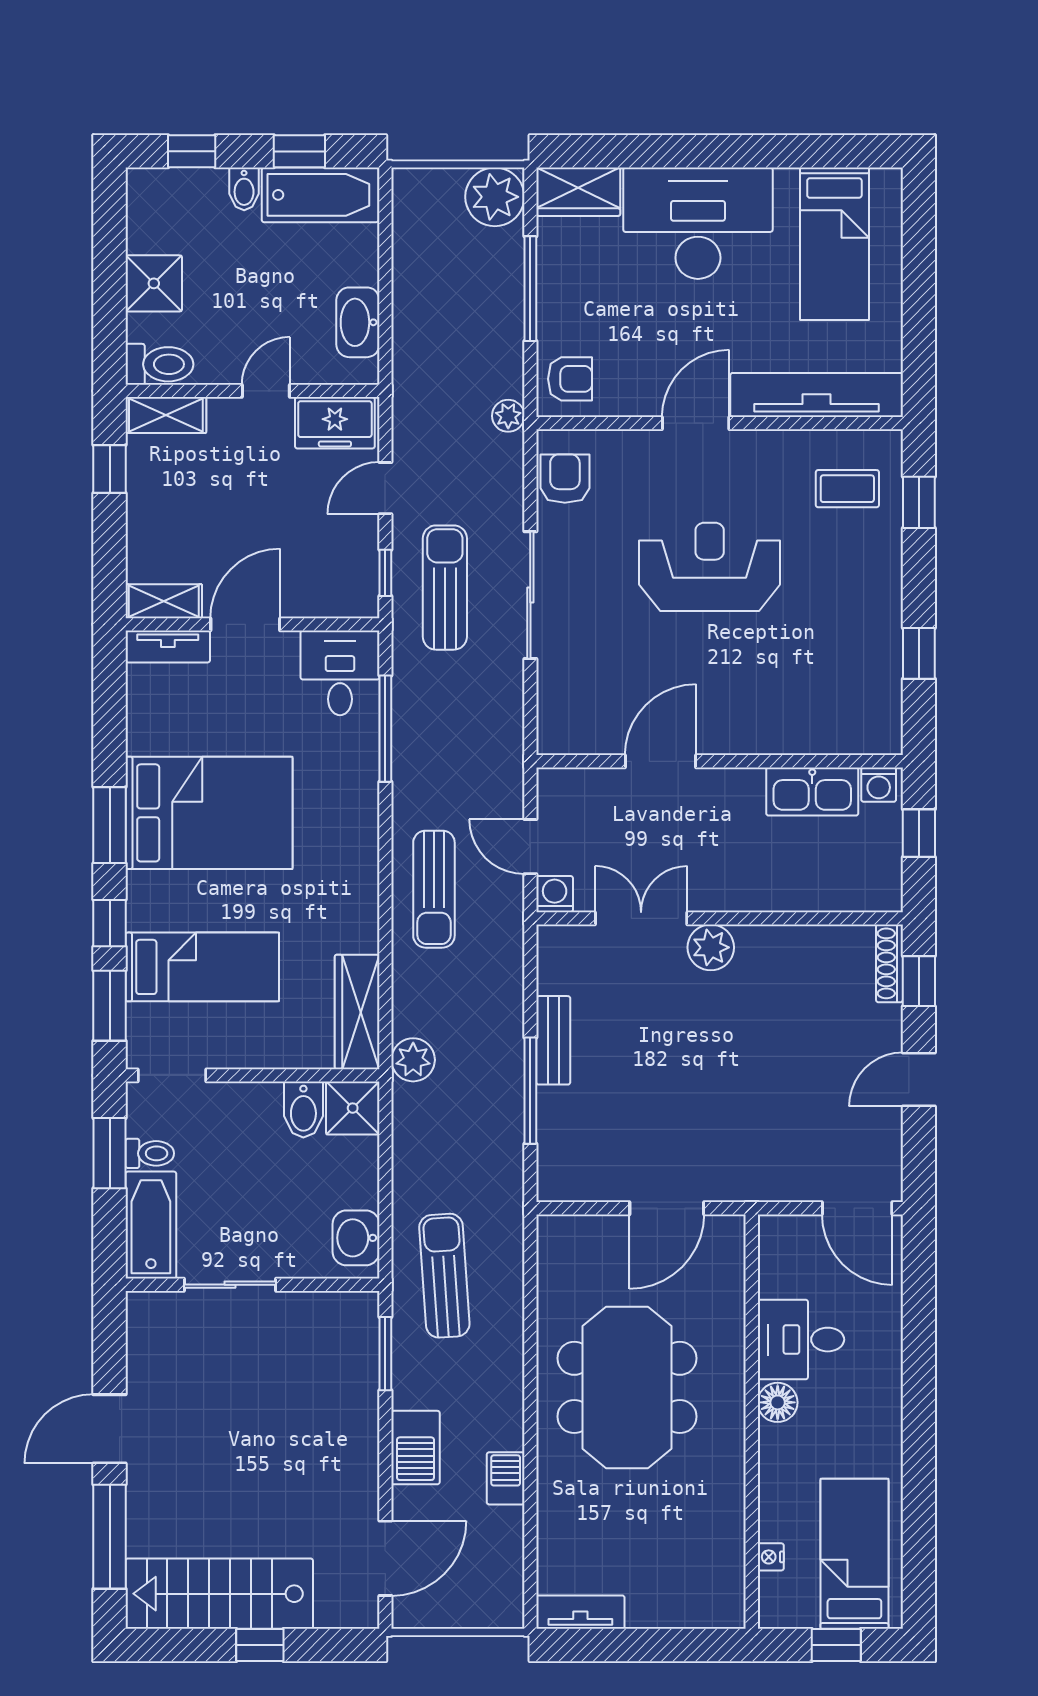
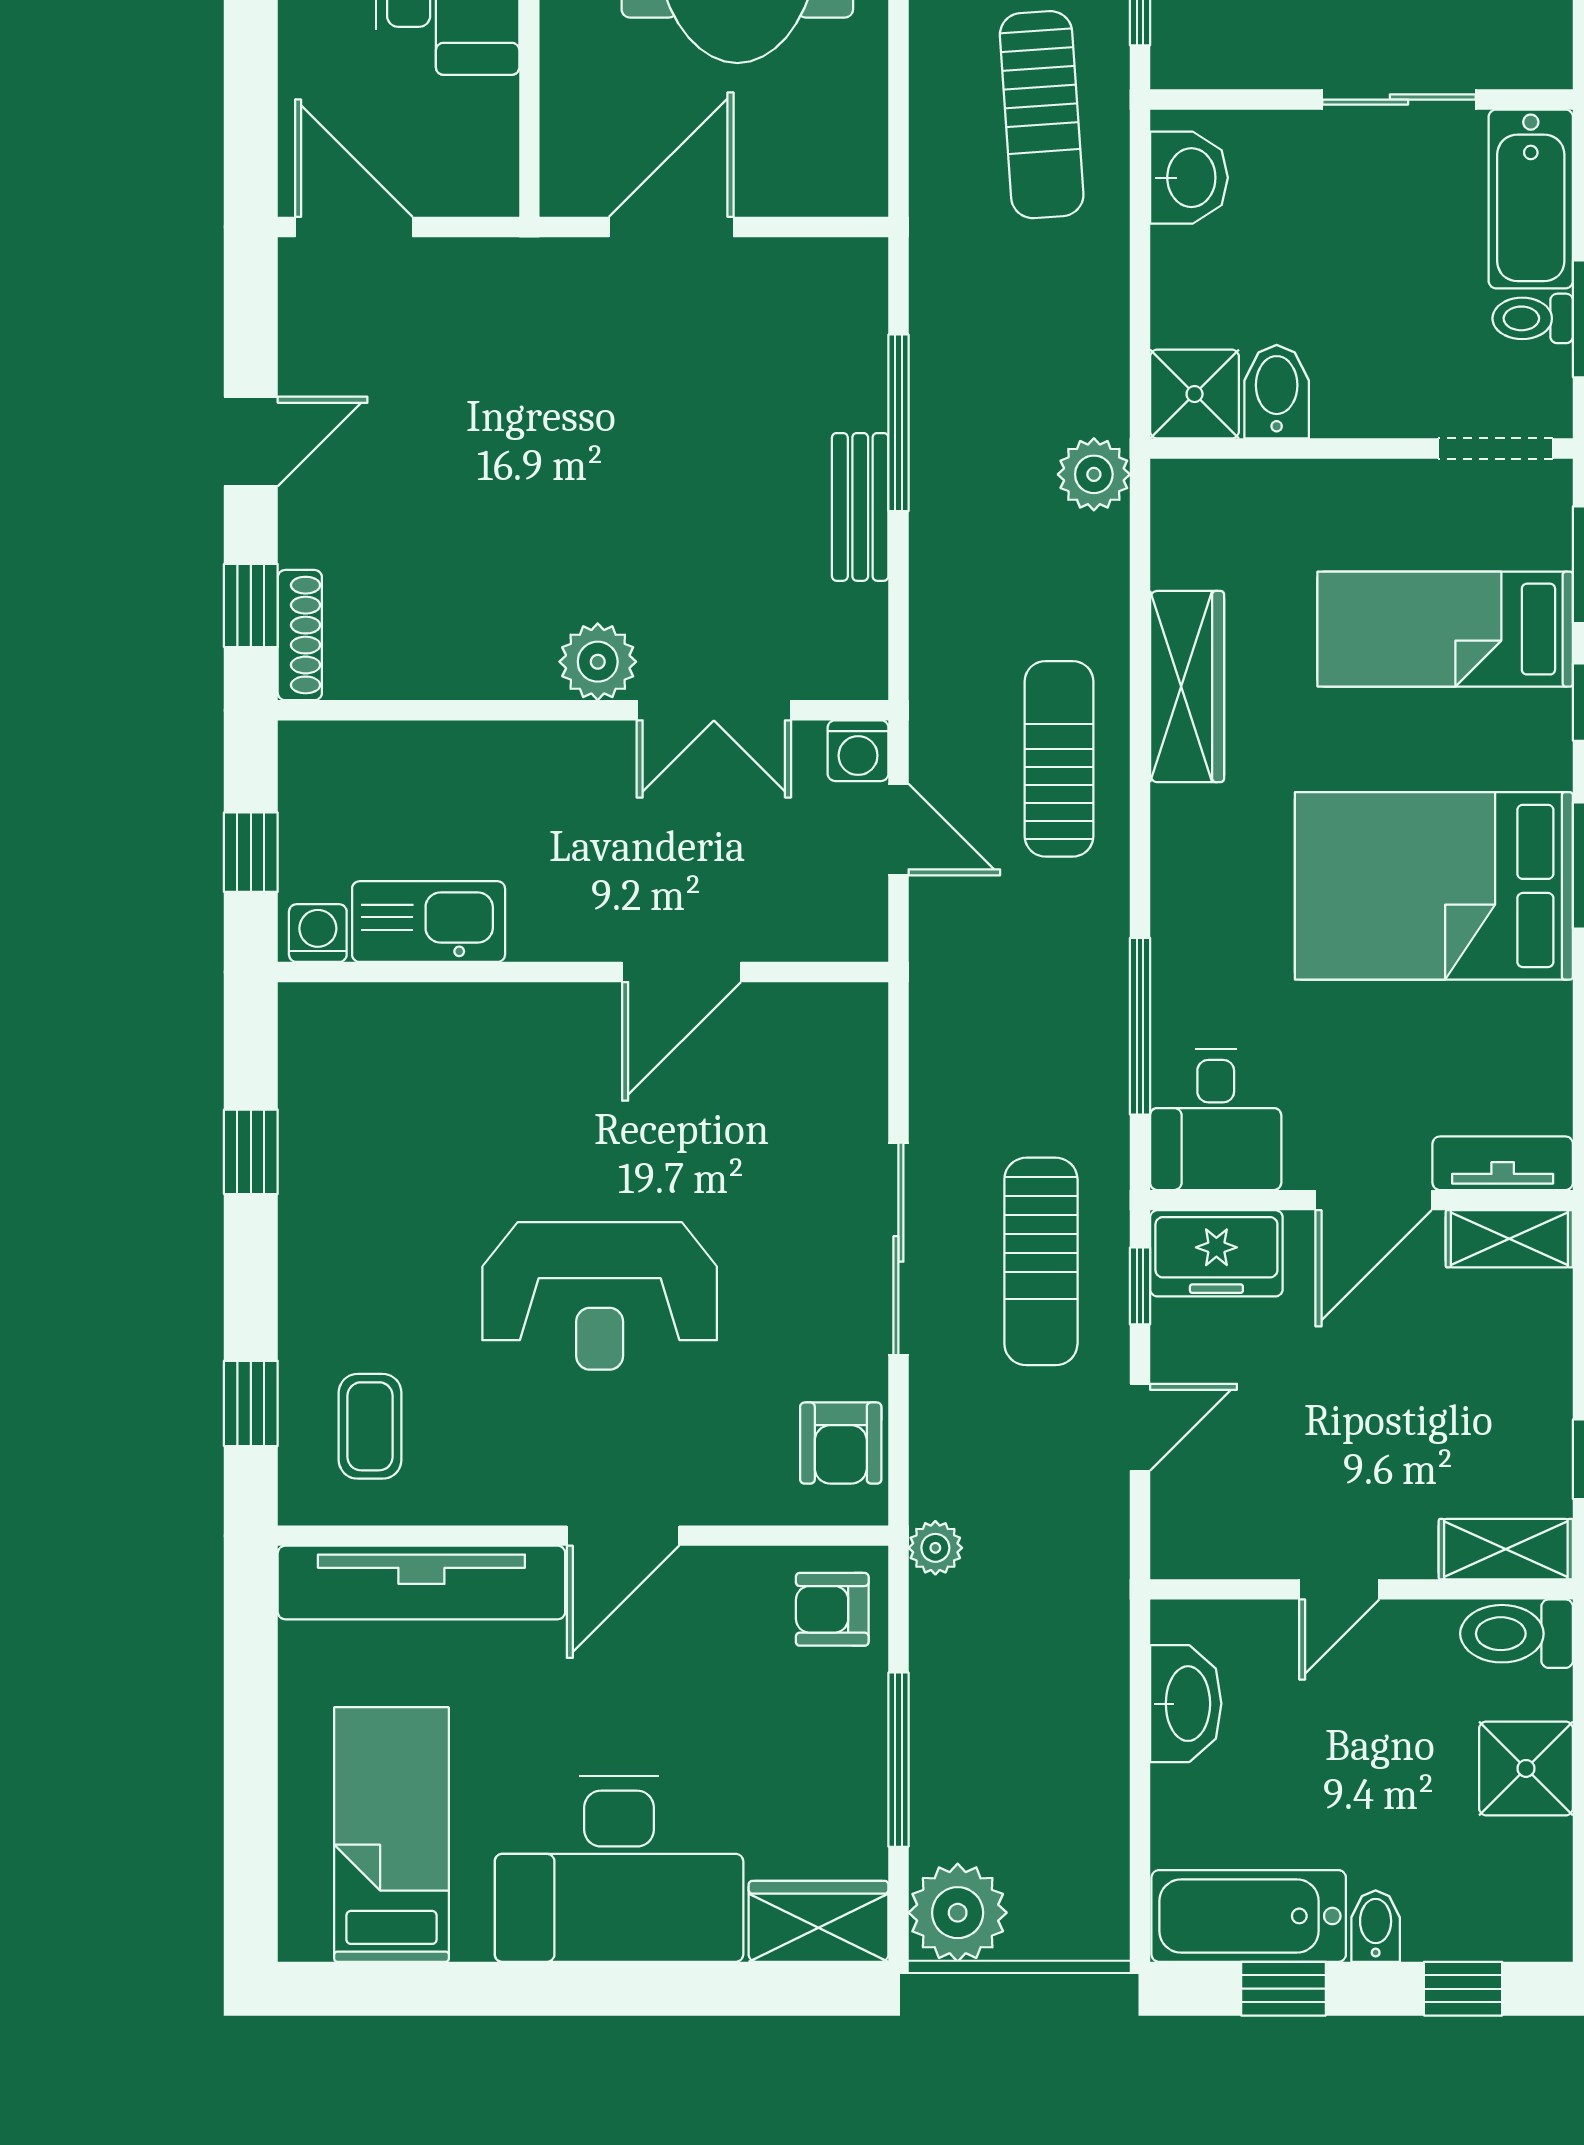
freezer: (335, 423) -> (1216, 1253), moved, turned 180
coffee table: (847, 489) -> (370, 1426), turned 90
wardrobe: (357, 1012) -> (1187, 687), moved

